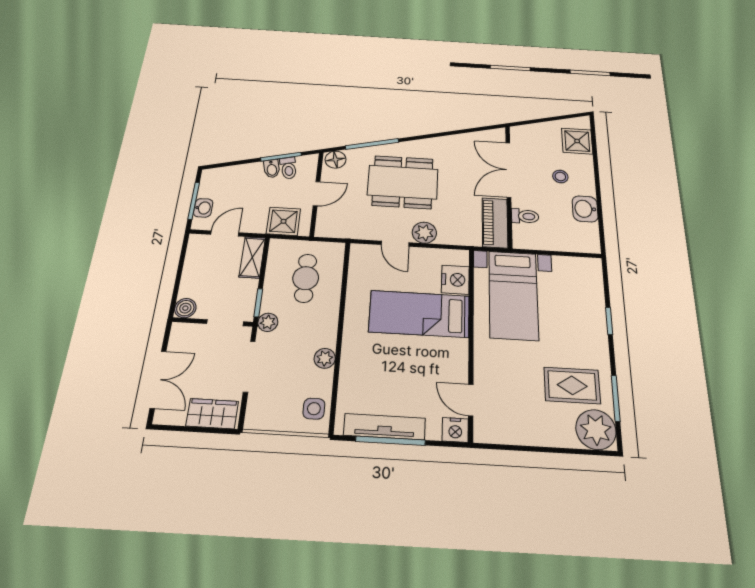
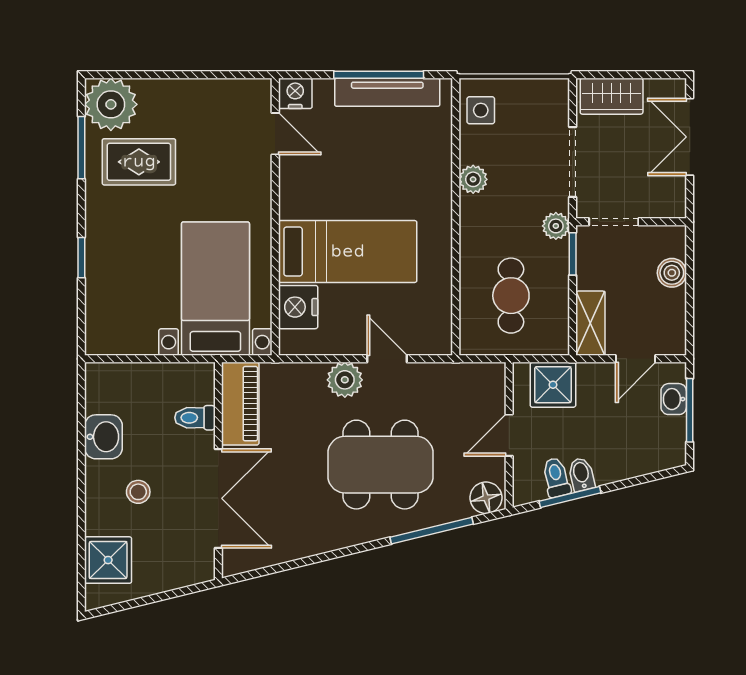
boiler: (185, 308) -> (672, 273), moved

